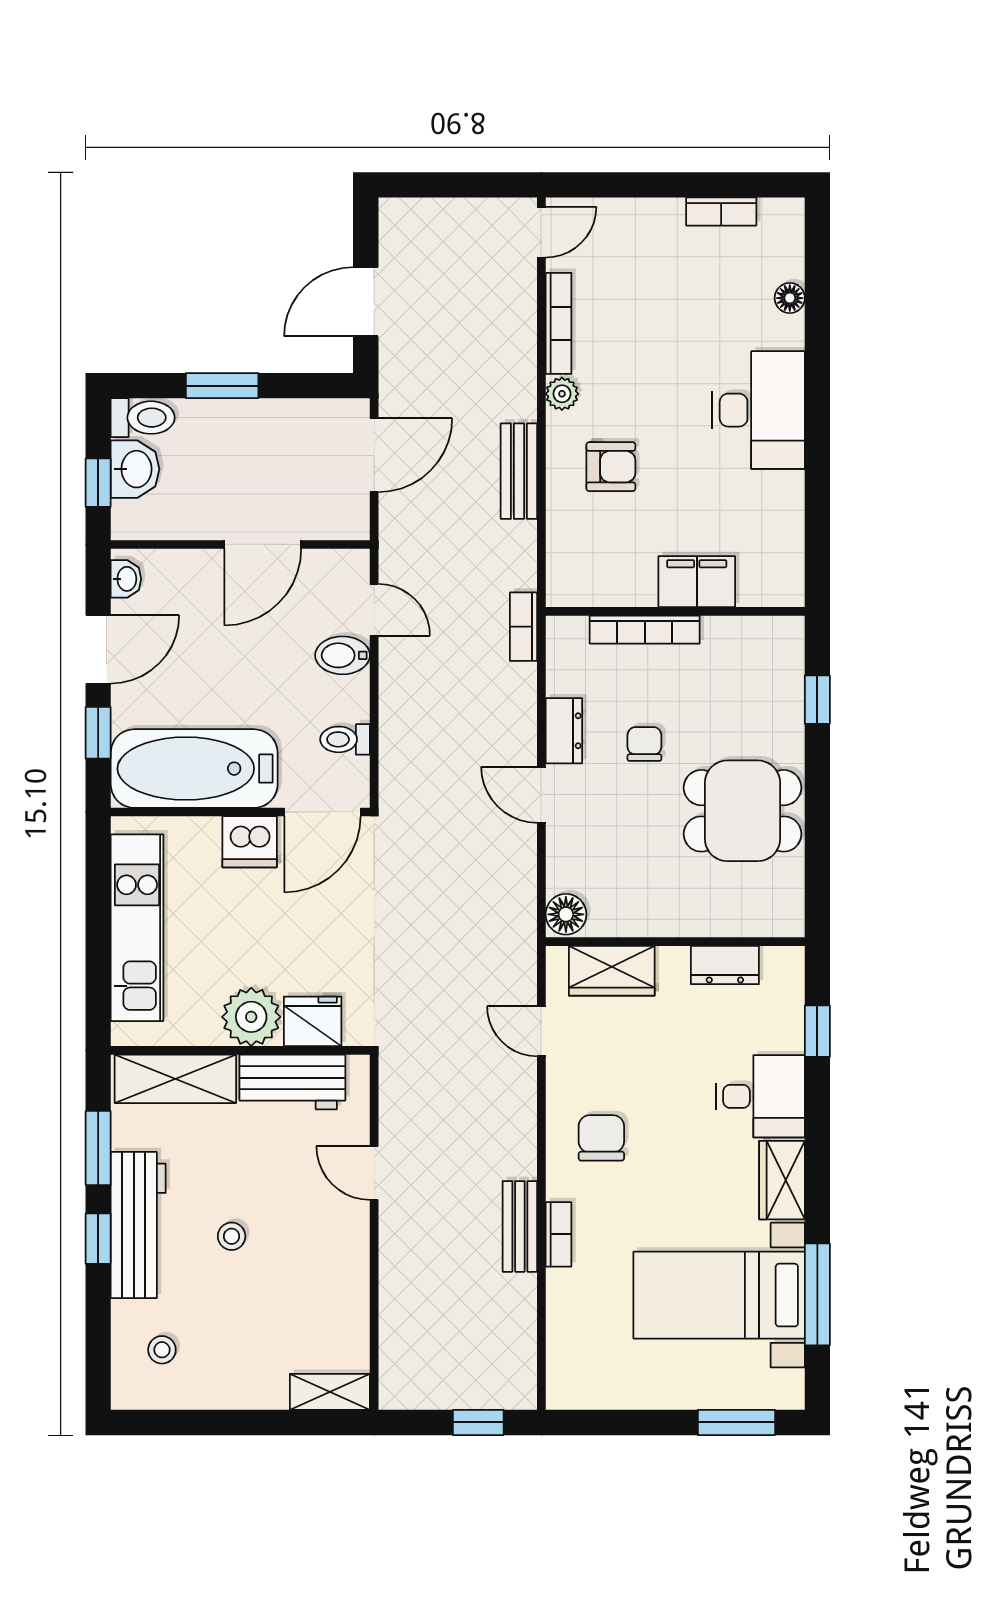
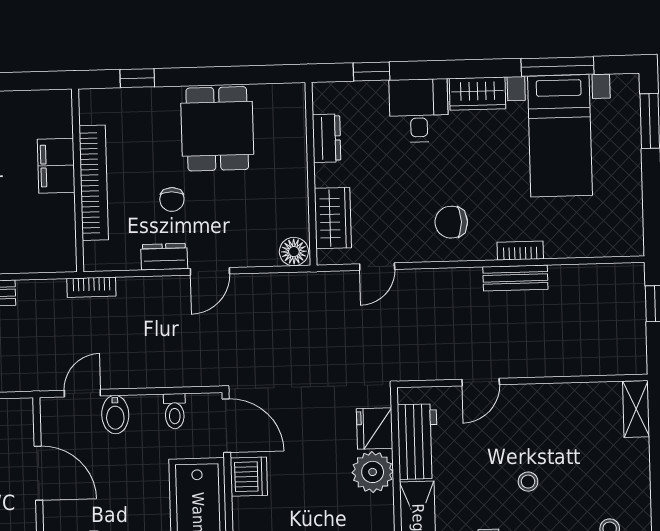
bookcase: (645, 630) -> (94, 183), width x1.48, depth x1.31
chair: (644, 744) -> (172, 199), turned -88

